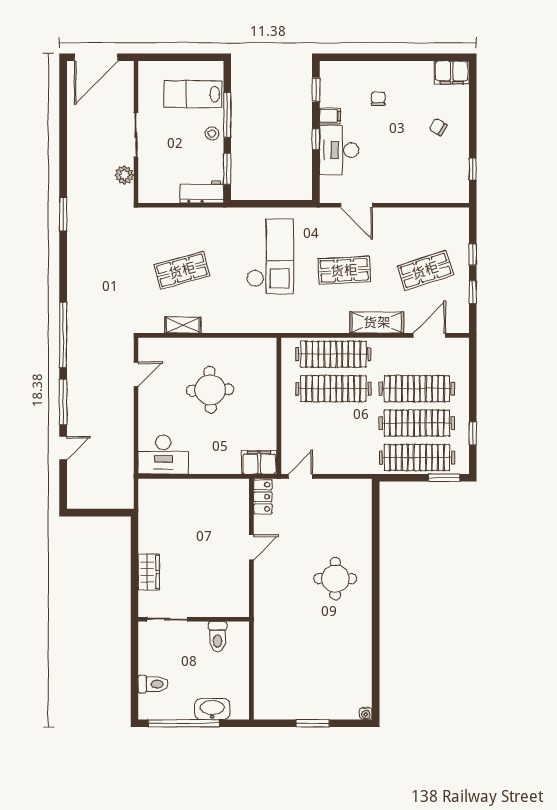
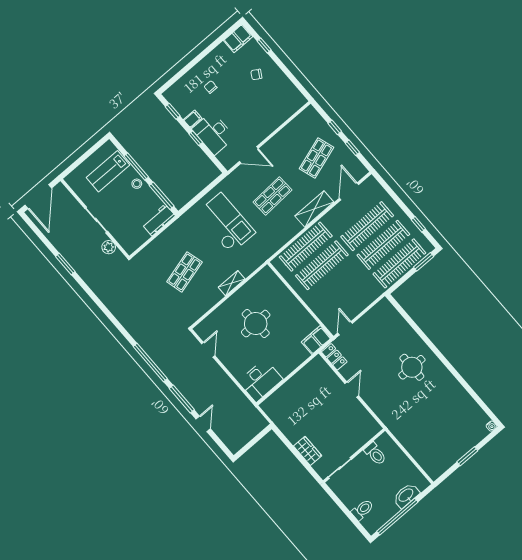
window: (227, 169) -> (162, 196), width x1.44
window: (473, 169) -> (264, 45), moved
window: (63, 214) -> (65, 264), moved
shelving: (183, 325) -> (232, 283), moved

